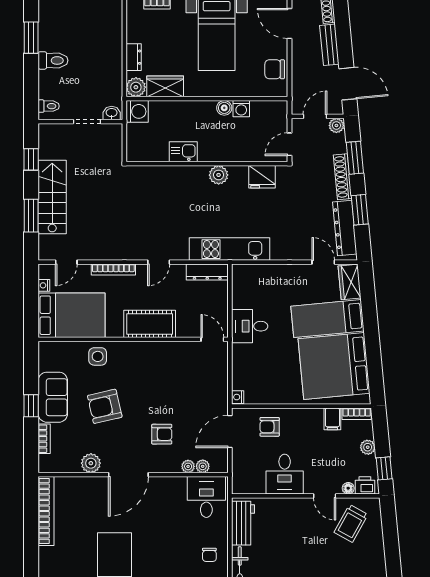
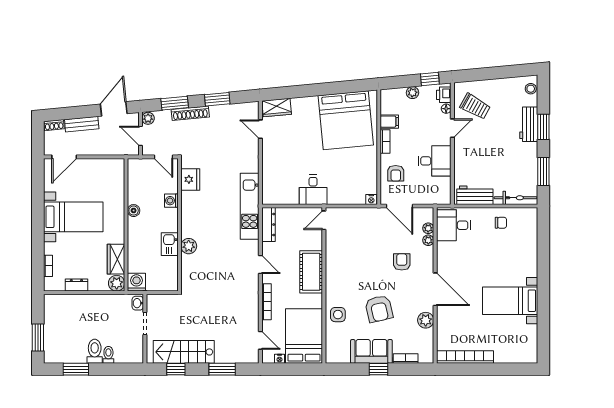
dresser: (134, 57) -> (76, 285), moved
chair: (275, 69) -> (102, 169), removed
toilet: (49, 106) -> (108, 355), moved
washing machine: (241, 109) -> (171, 201), moved, turned 180
plant: (219, 175) -> (189, 246), moved
stairs: (52, 197) -> (184, 352), moved
dresser: (345, 228) -> (232, 112), removed
door: (323, 262) -> (260, 129), hinge flipped
bed: (328, 319) -> (307, 126), removed
bookcase: (357, 414) -> (385, 141), moved

